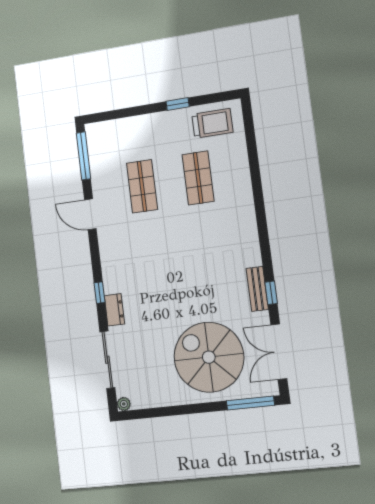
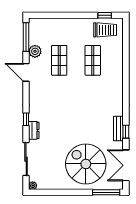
window: (178, 104) -> (105, 15), moved
plant: (101, 177) -> (35, 51), added

